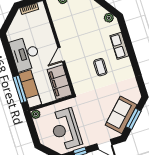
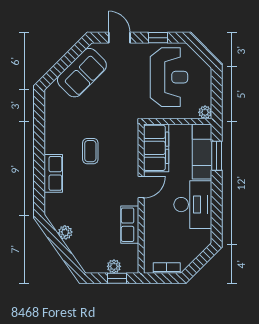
plant: (109, 18) -> (65, 232), moved
row of seats: (61, 29) -> (130, 225), added
window: (20, 89) -> (217, 156), width x0.69
window: (133, 119) -> (66, 61), removed

